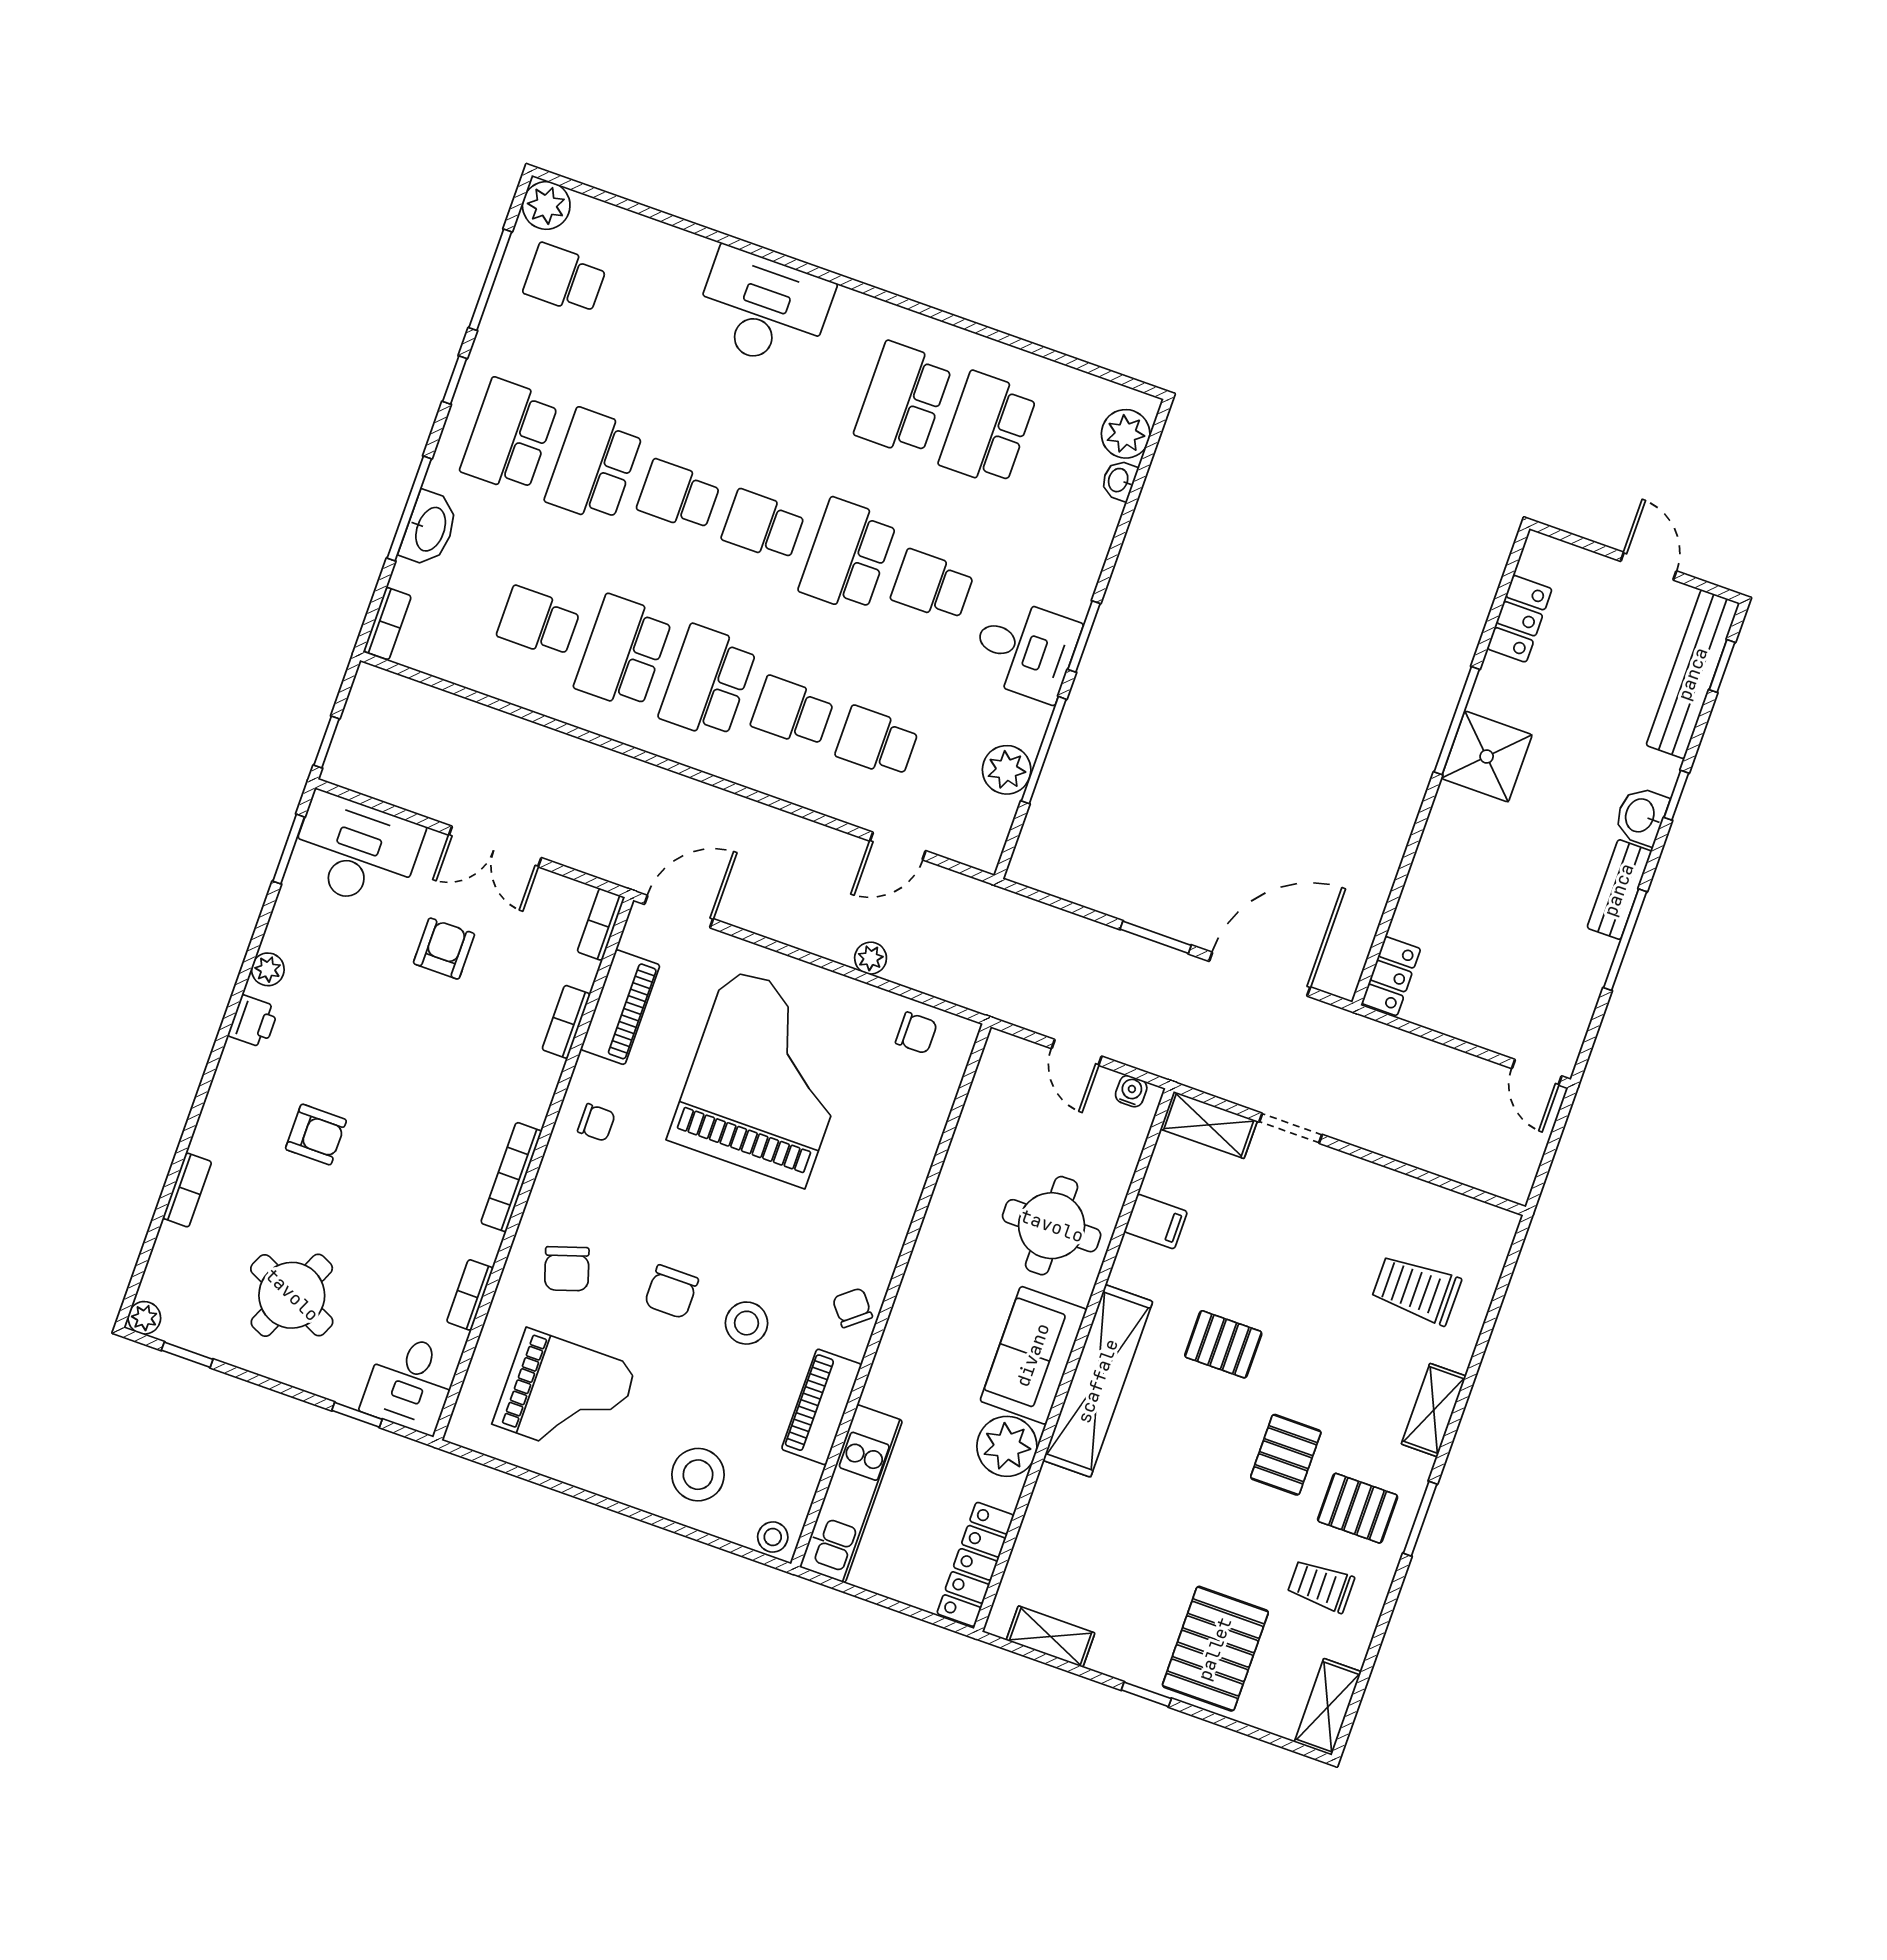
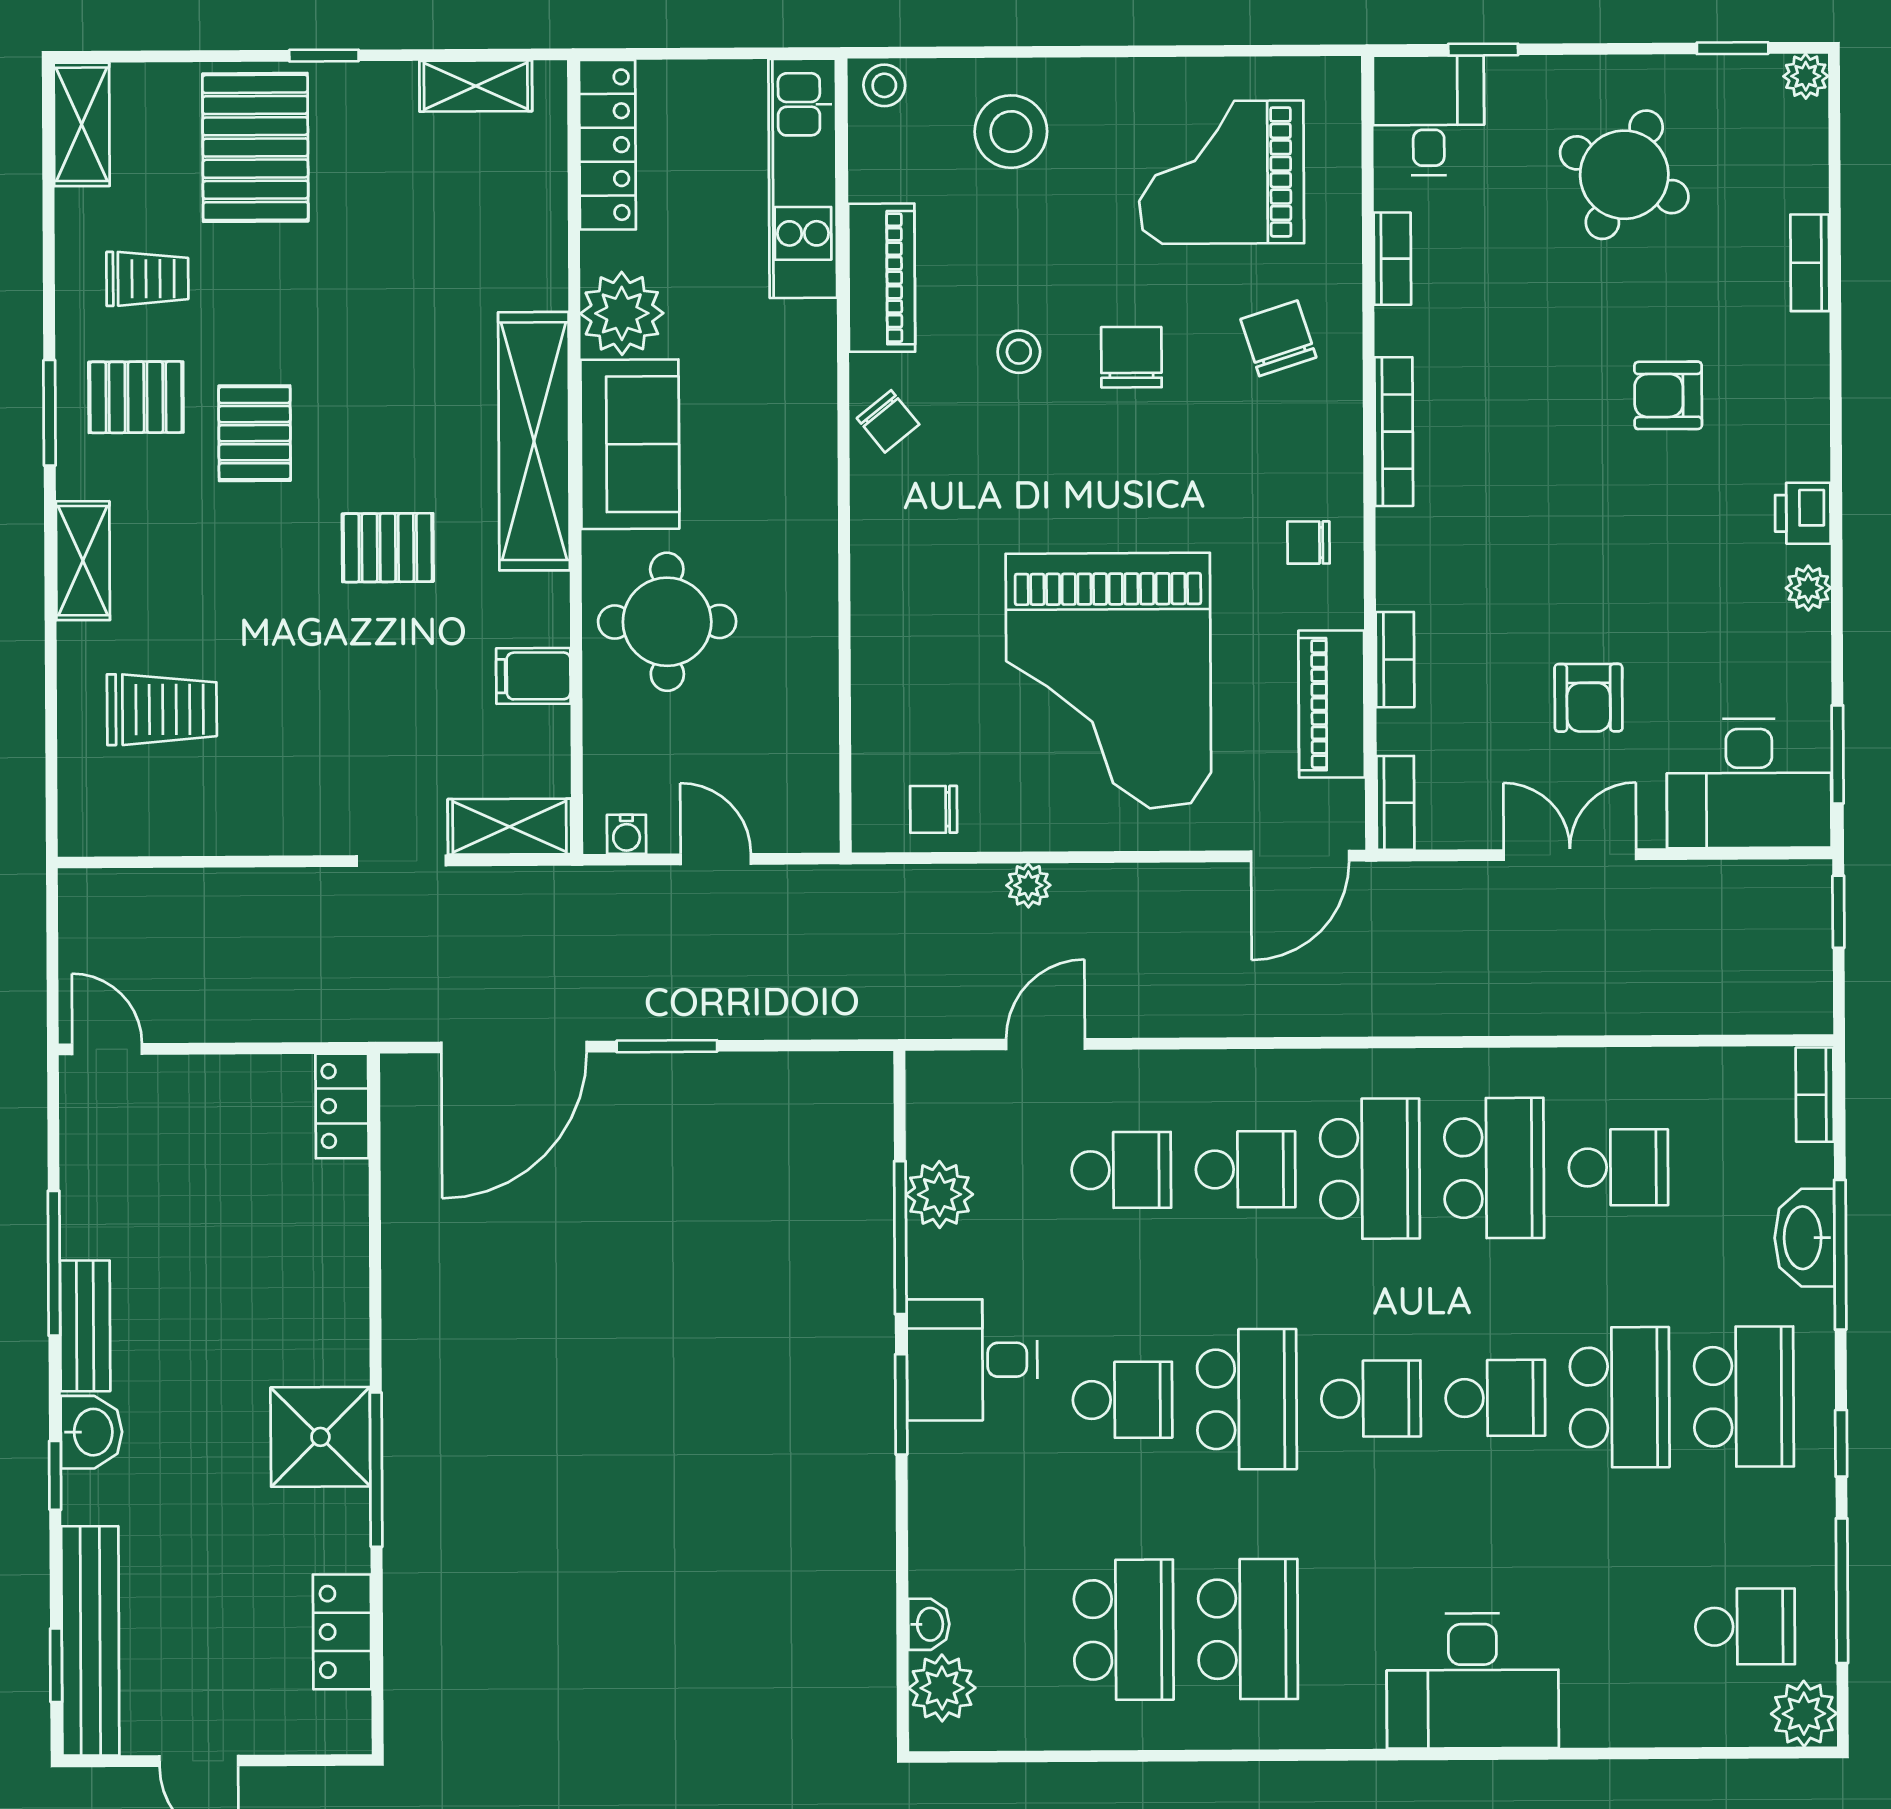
stool: (746, 1323) -> (1019, 352), width x0.73, depth x0.73

